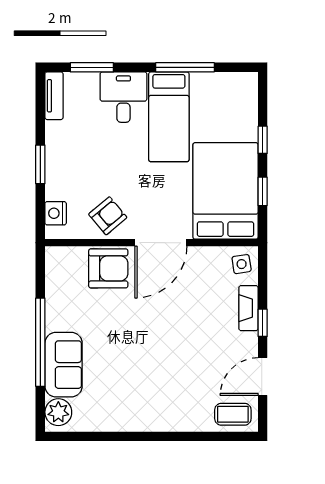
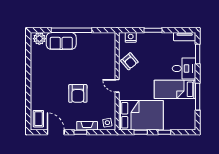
door: (161, 243) -> (117, 86), width x0.53
armchair: (108, 268) -> (78, 93), moved

